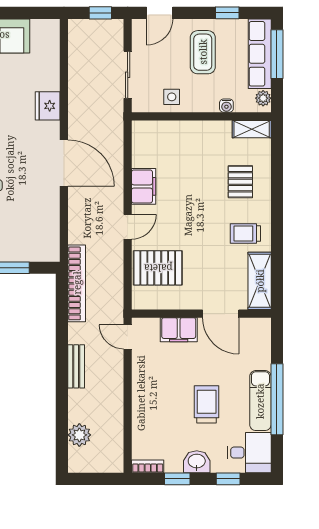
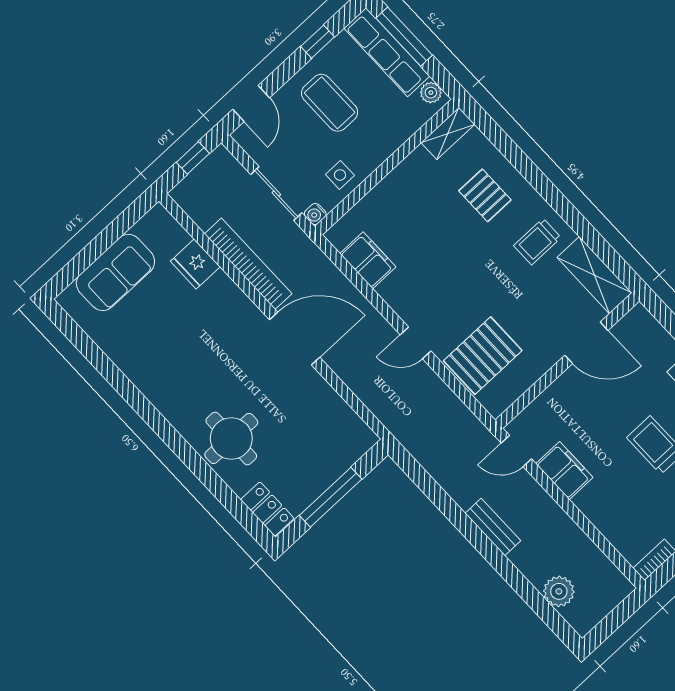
fridge: (48, 106) -> (195, 264), moved
water cooler: (226, 106) -> (315, 214), moved, turned 90
filing cabinet: (144, 186) -> (368, 260), moved
door: (128, 227) -> (416, 343), swing flipped
bookcase: (77, 283) -> (248, 264), moved
filing cabinet: (179, 330) -> (564, 471), moved, turned -90

